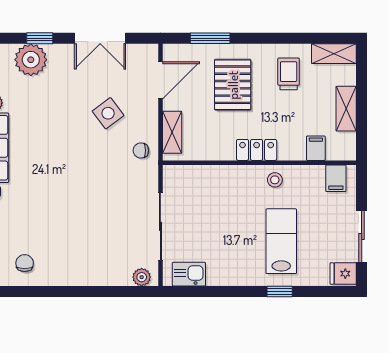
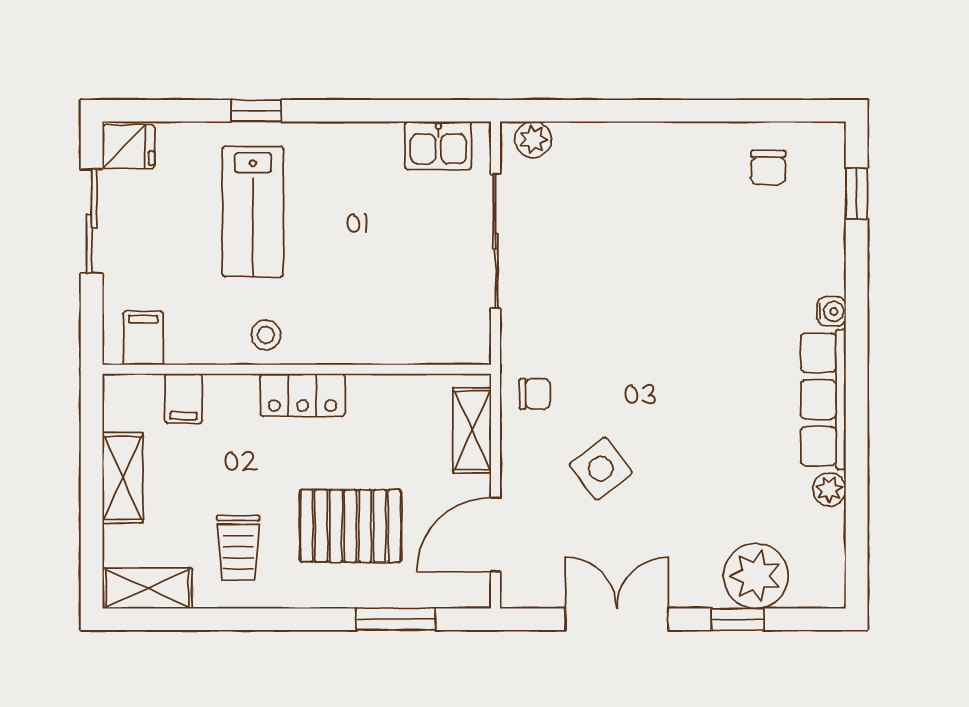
pallet: (233, 85) -> (350, 526), turned 90

